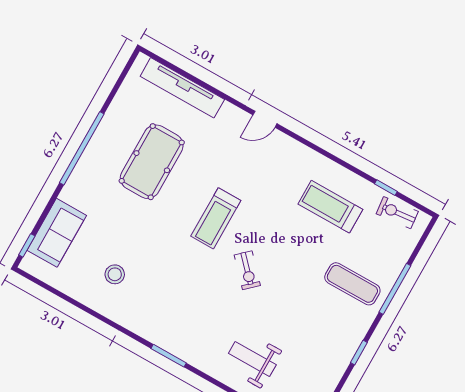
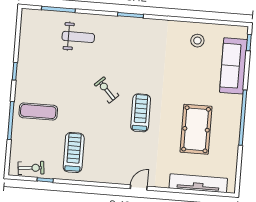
treadmill: (330, 207) -> (74, 153), turned -90
sofa: (57, 233) -> (233, 66), width x1.36
stool: (115, 274) -> (197, 41), moved

